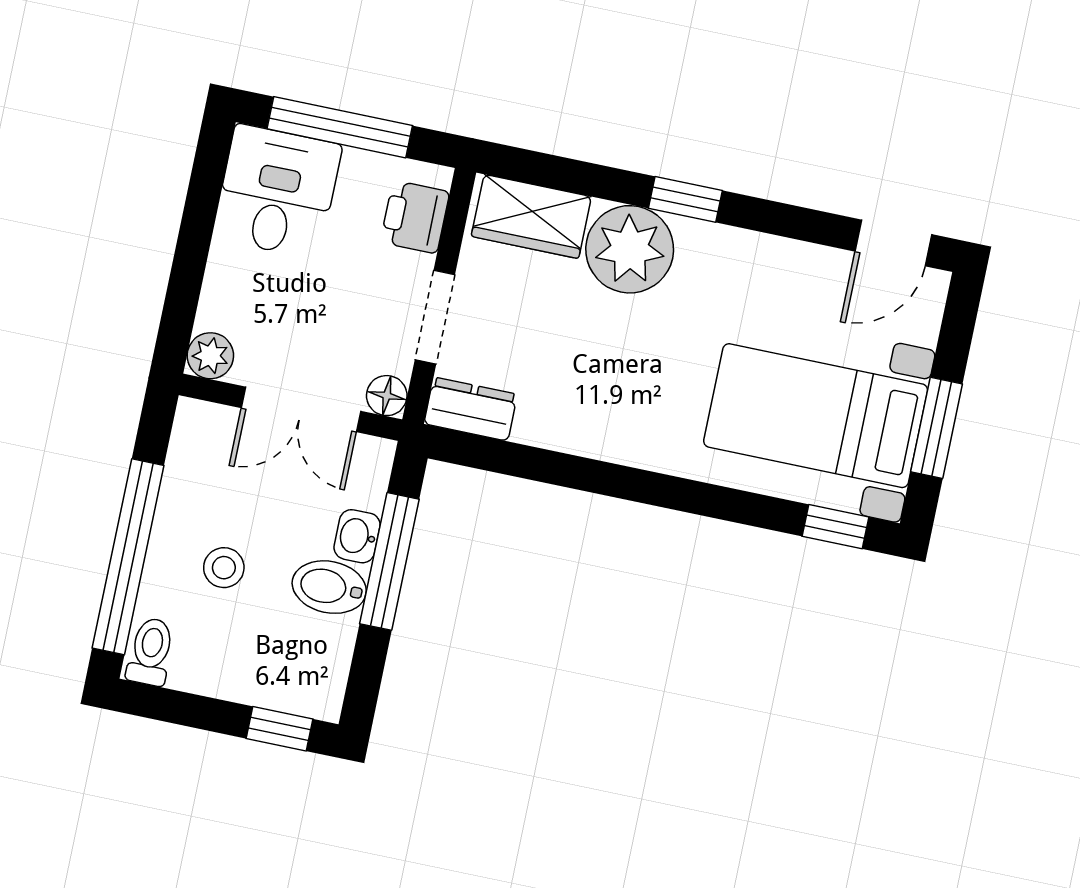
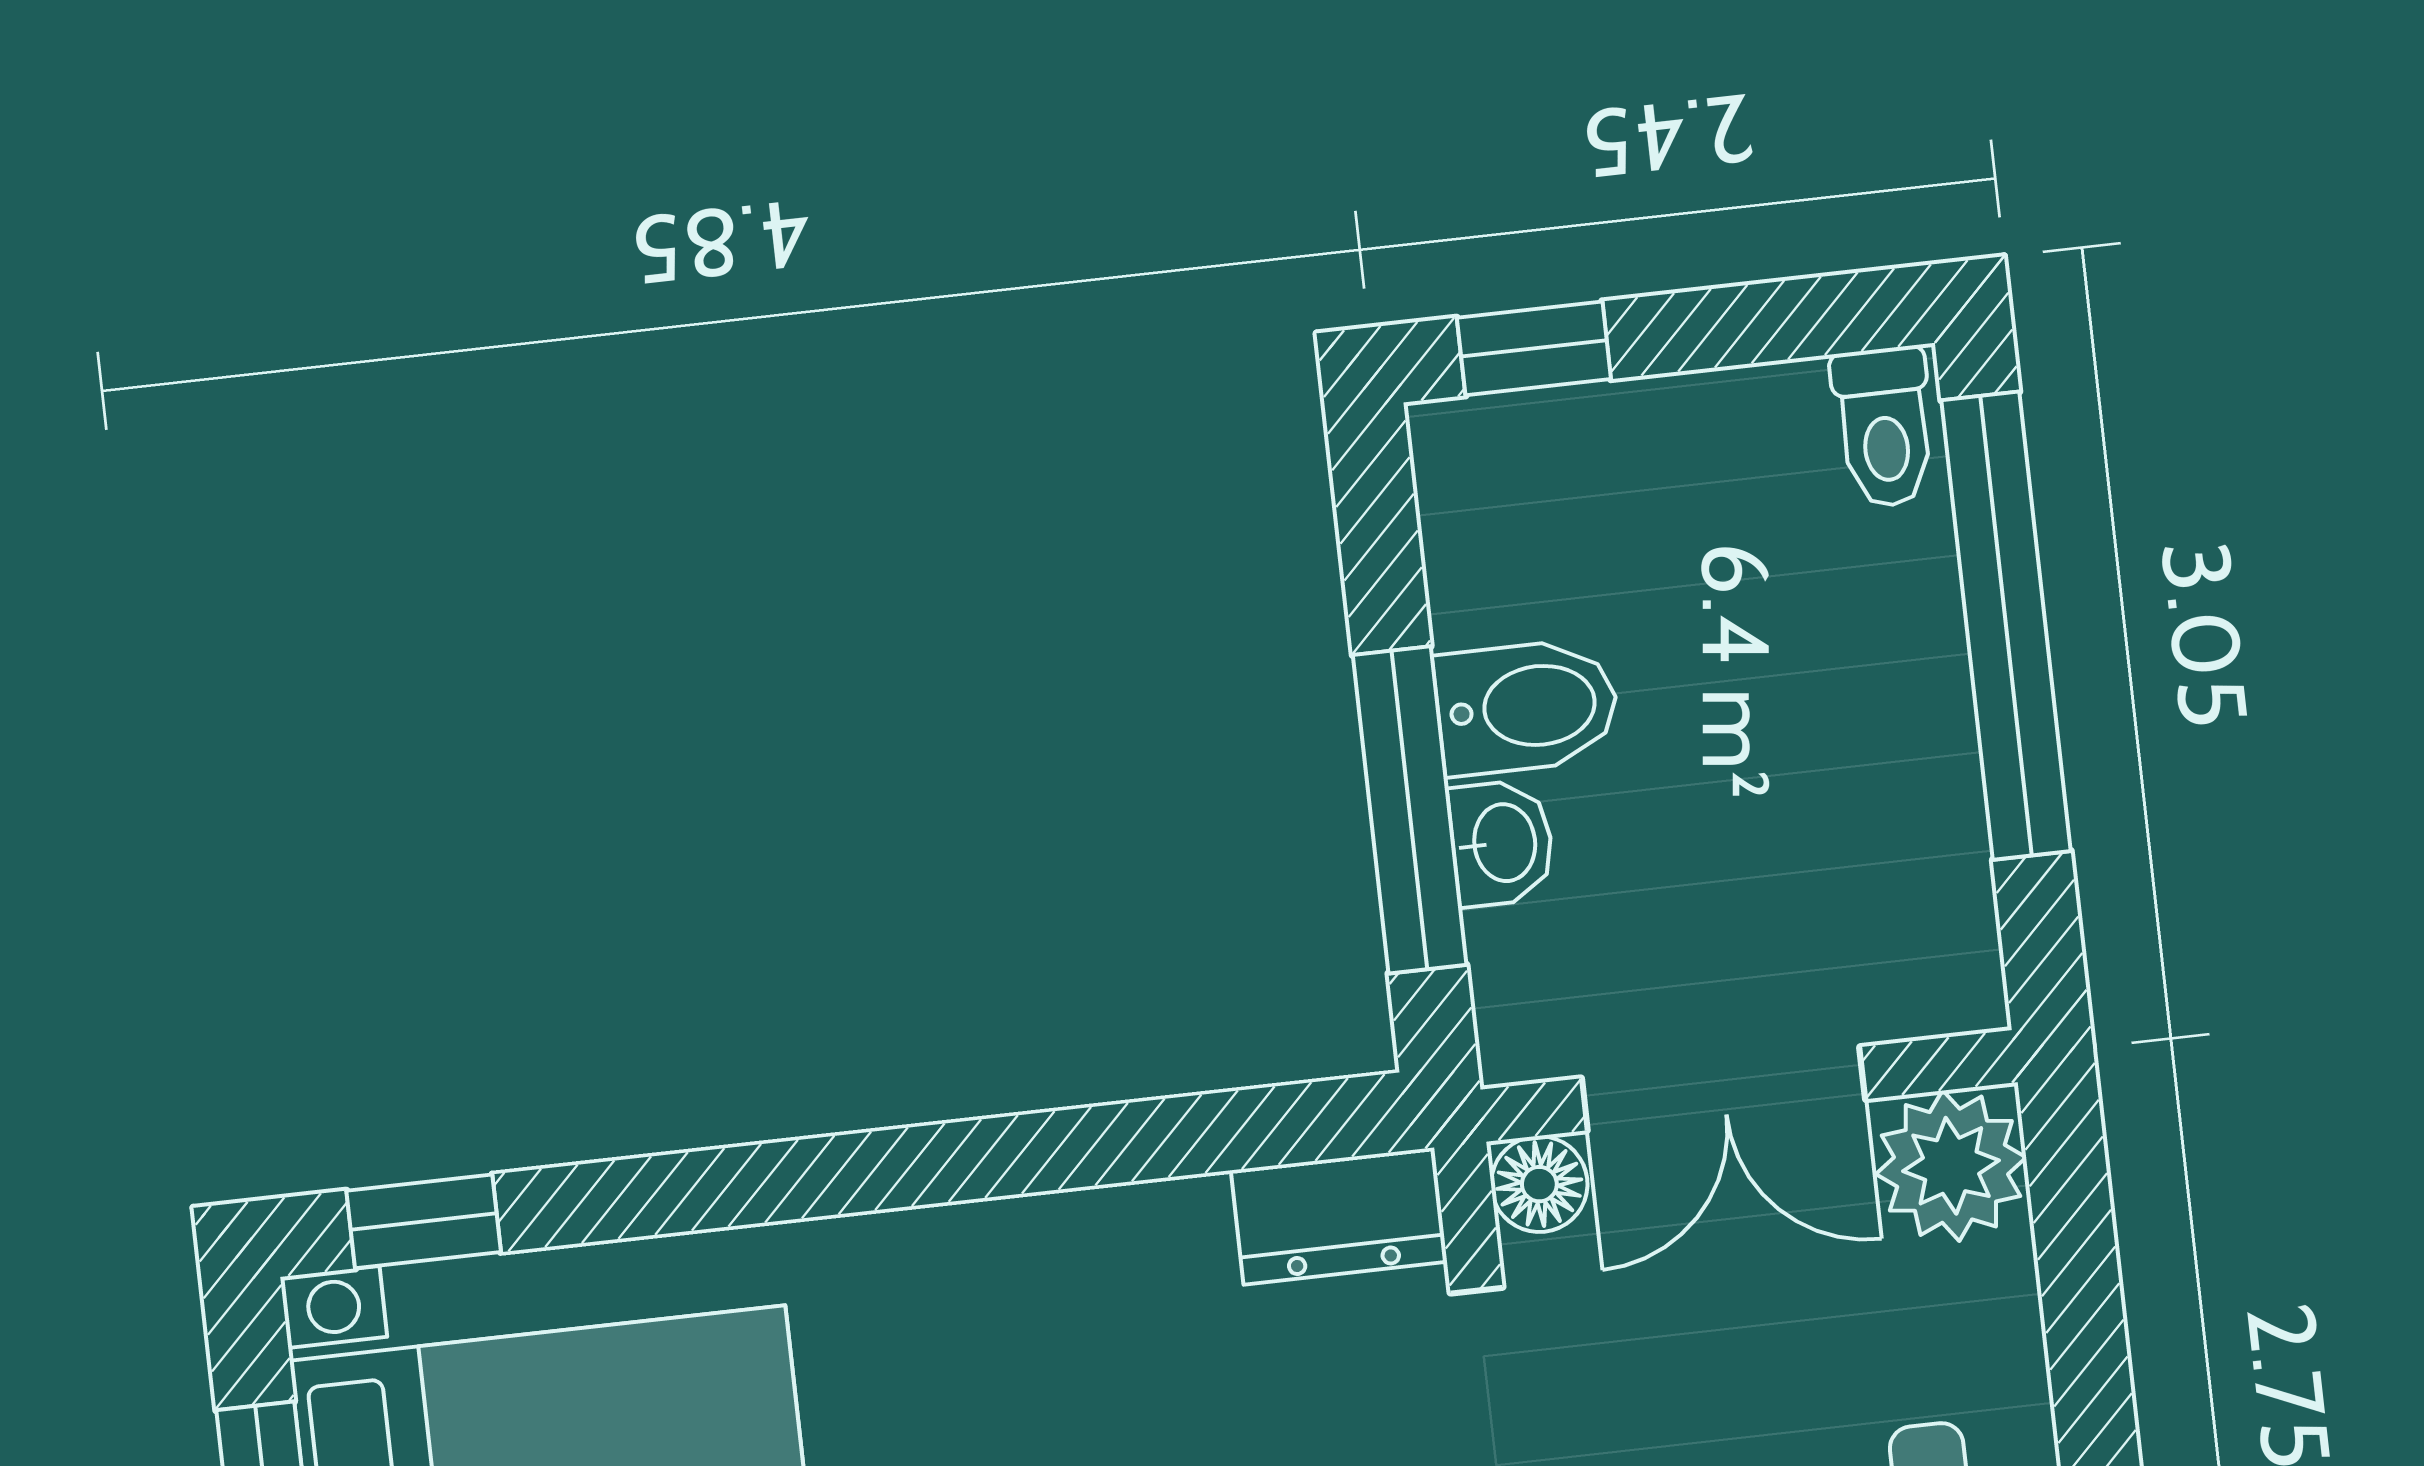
plant: (210, 356) -> (1951, 1166), width x1.38, depth x1.38
double door: (301, 409) -> (1723, 1089), swing flipped
stool: (224, 568) -> (1781, 672), removed

